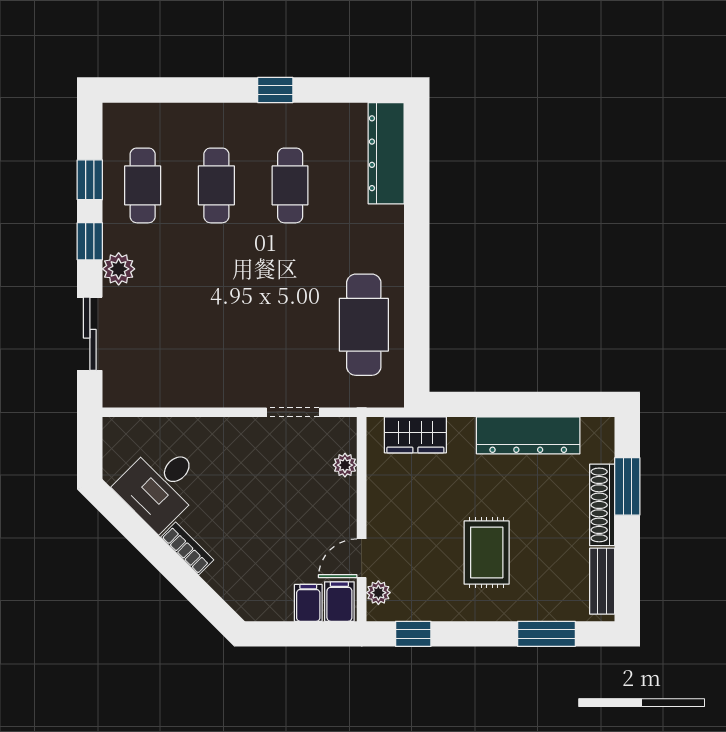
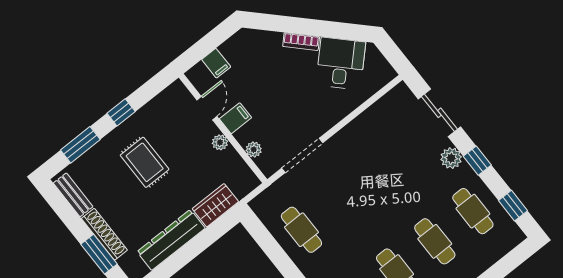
window: (90, 180) -> (513, 206), moved
cafe table: (364, 325) -> (301, 230), width x0.73, depth x0.74
doorway: (293, 412) -> (302, 155), width x1.38
wardrobe: (415, 435) -> (215, 205), moved
plant: (378, 593) -> (220, 142), moved
filing cabinet: (339, 602) -> (235, 118), moved, turned -90
window: (413, 634) -> (121, 112), moved

